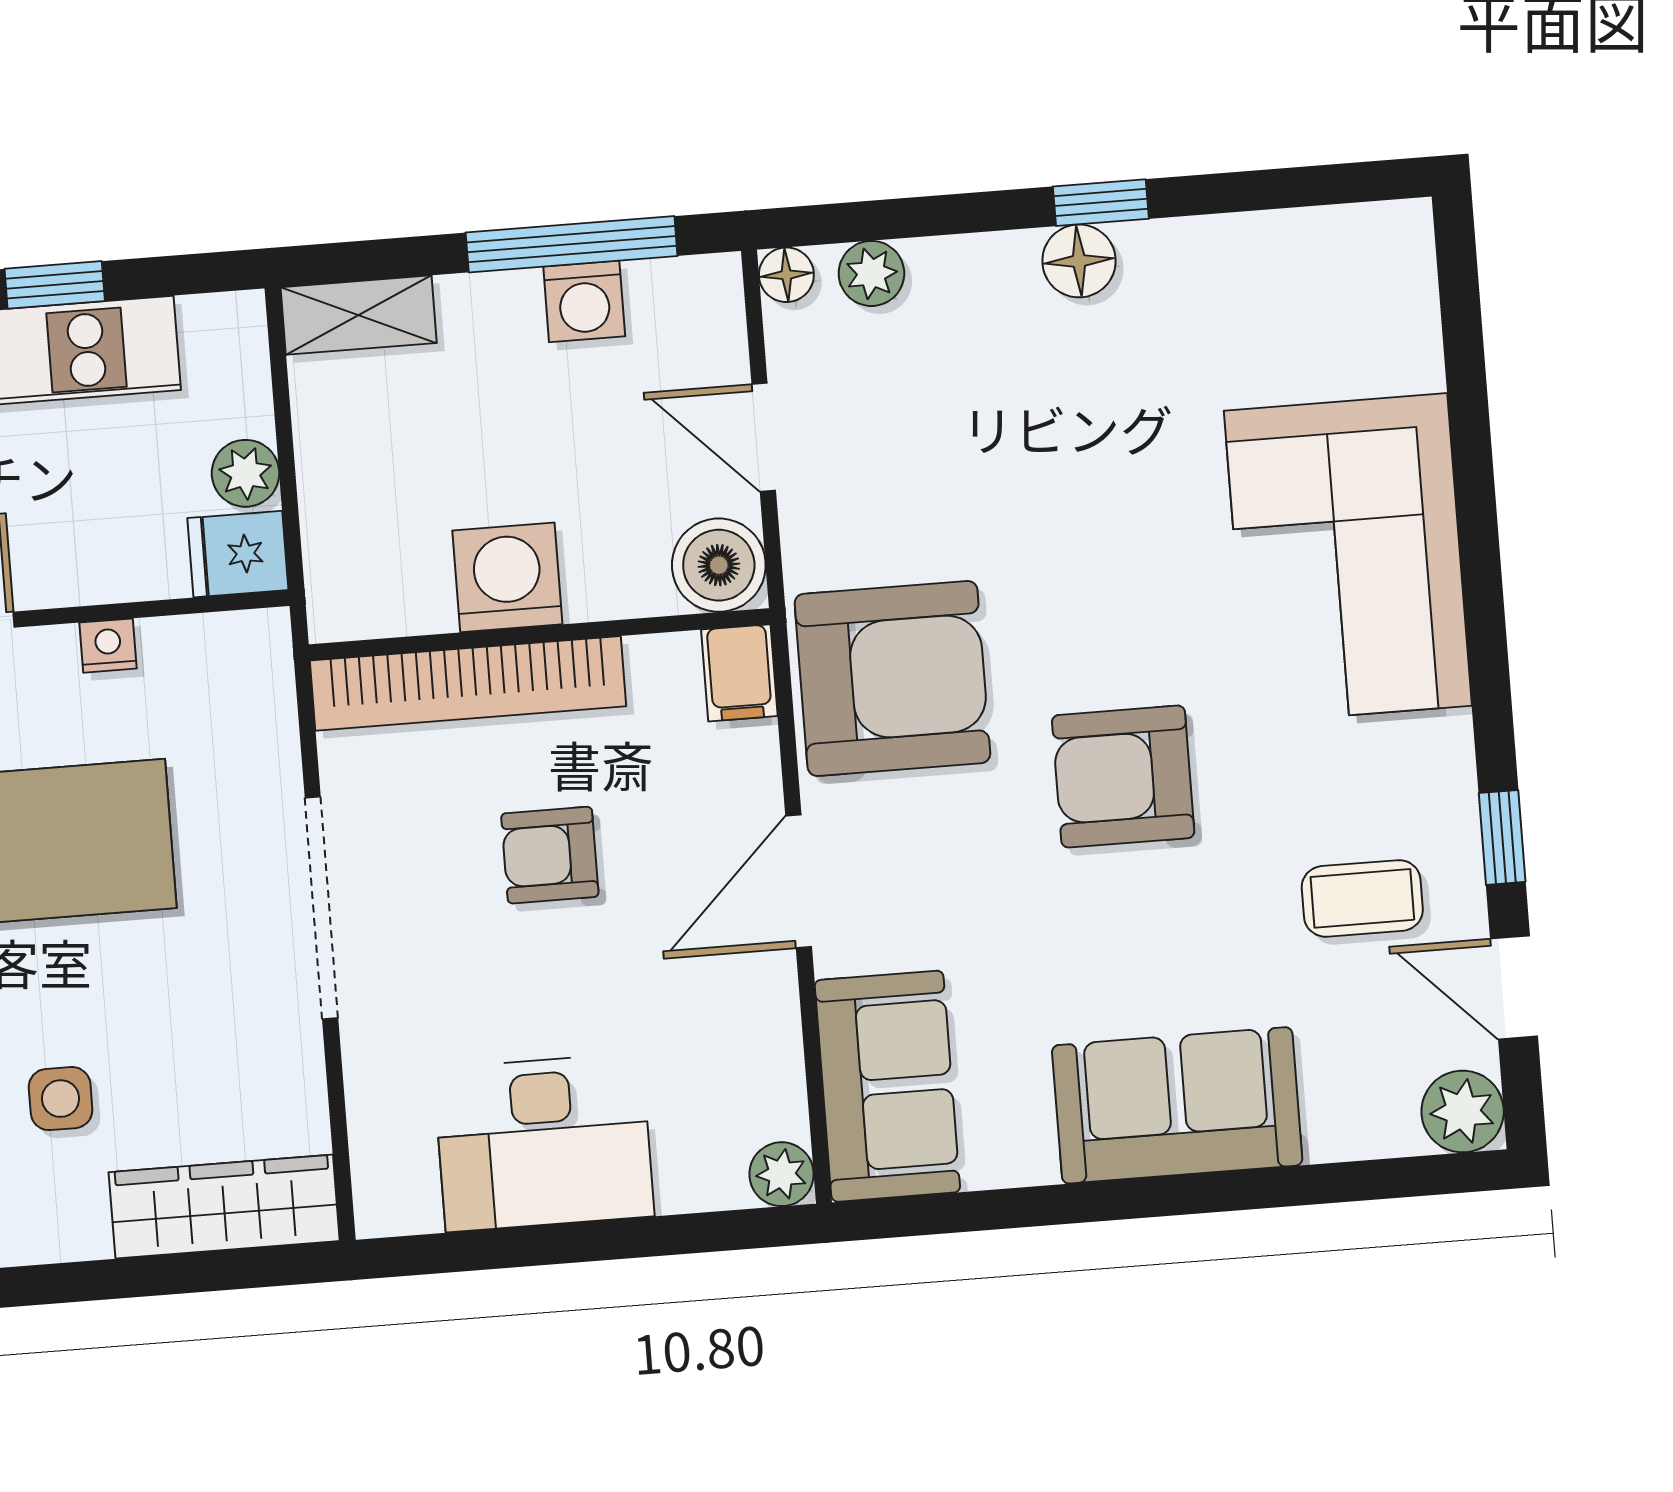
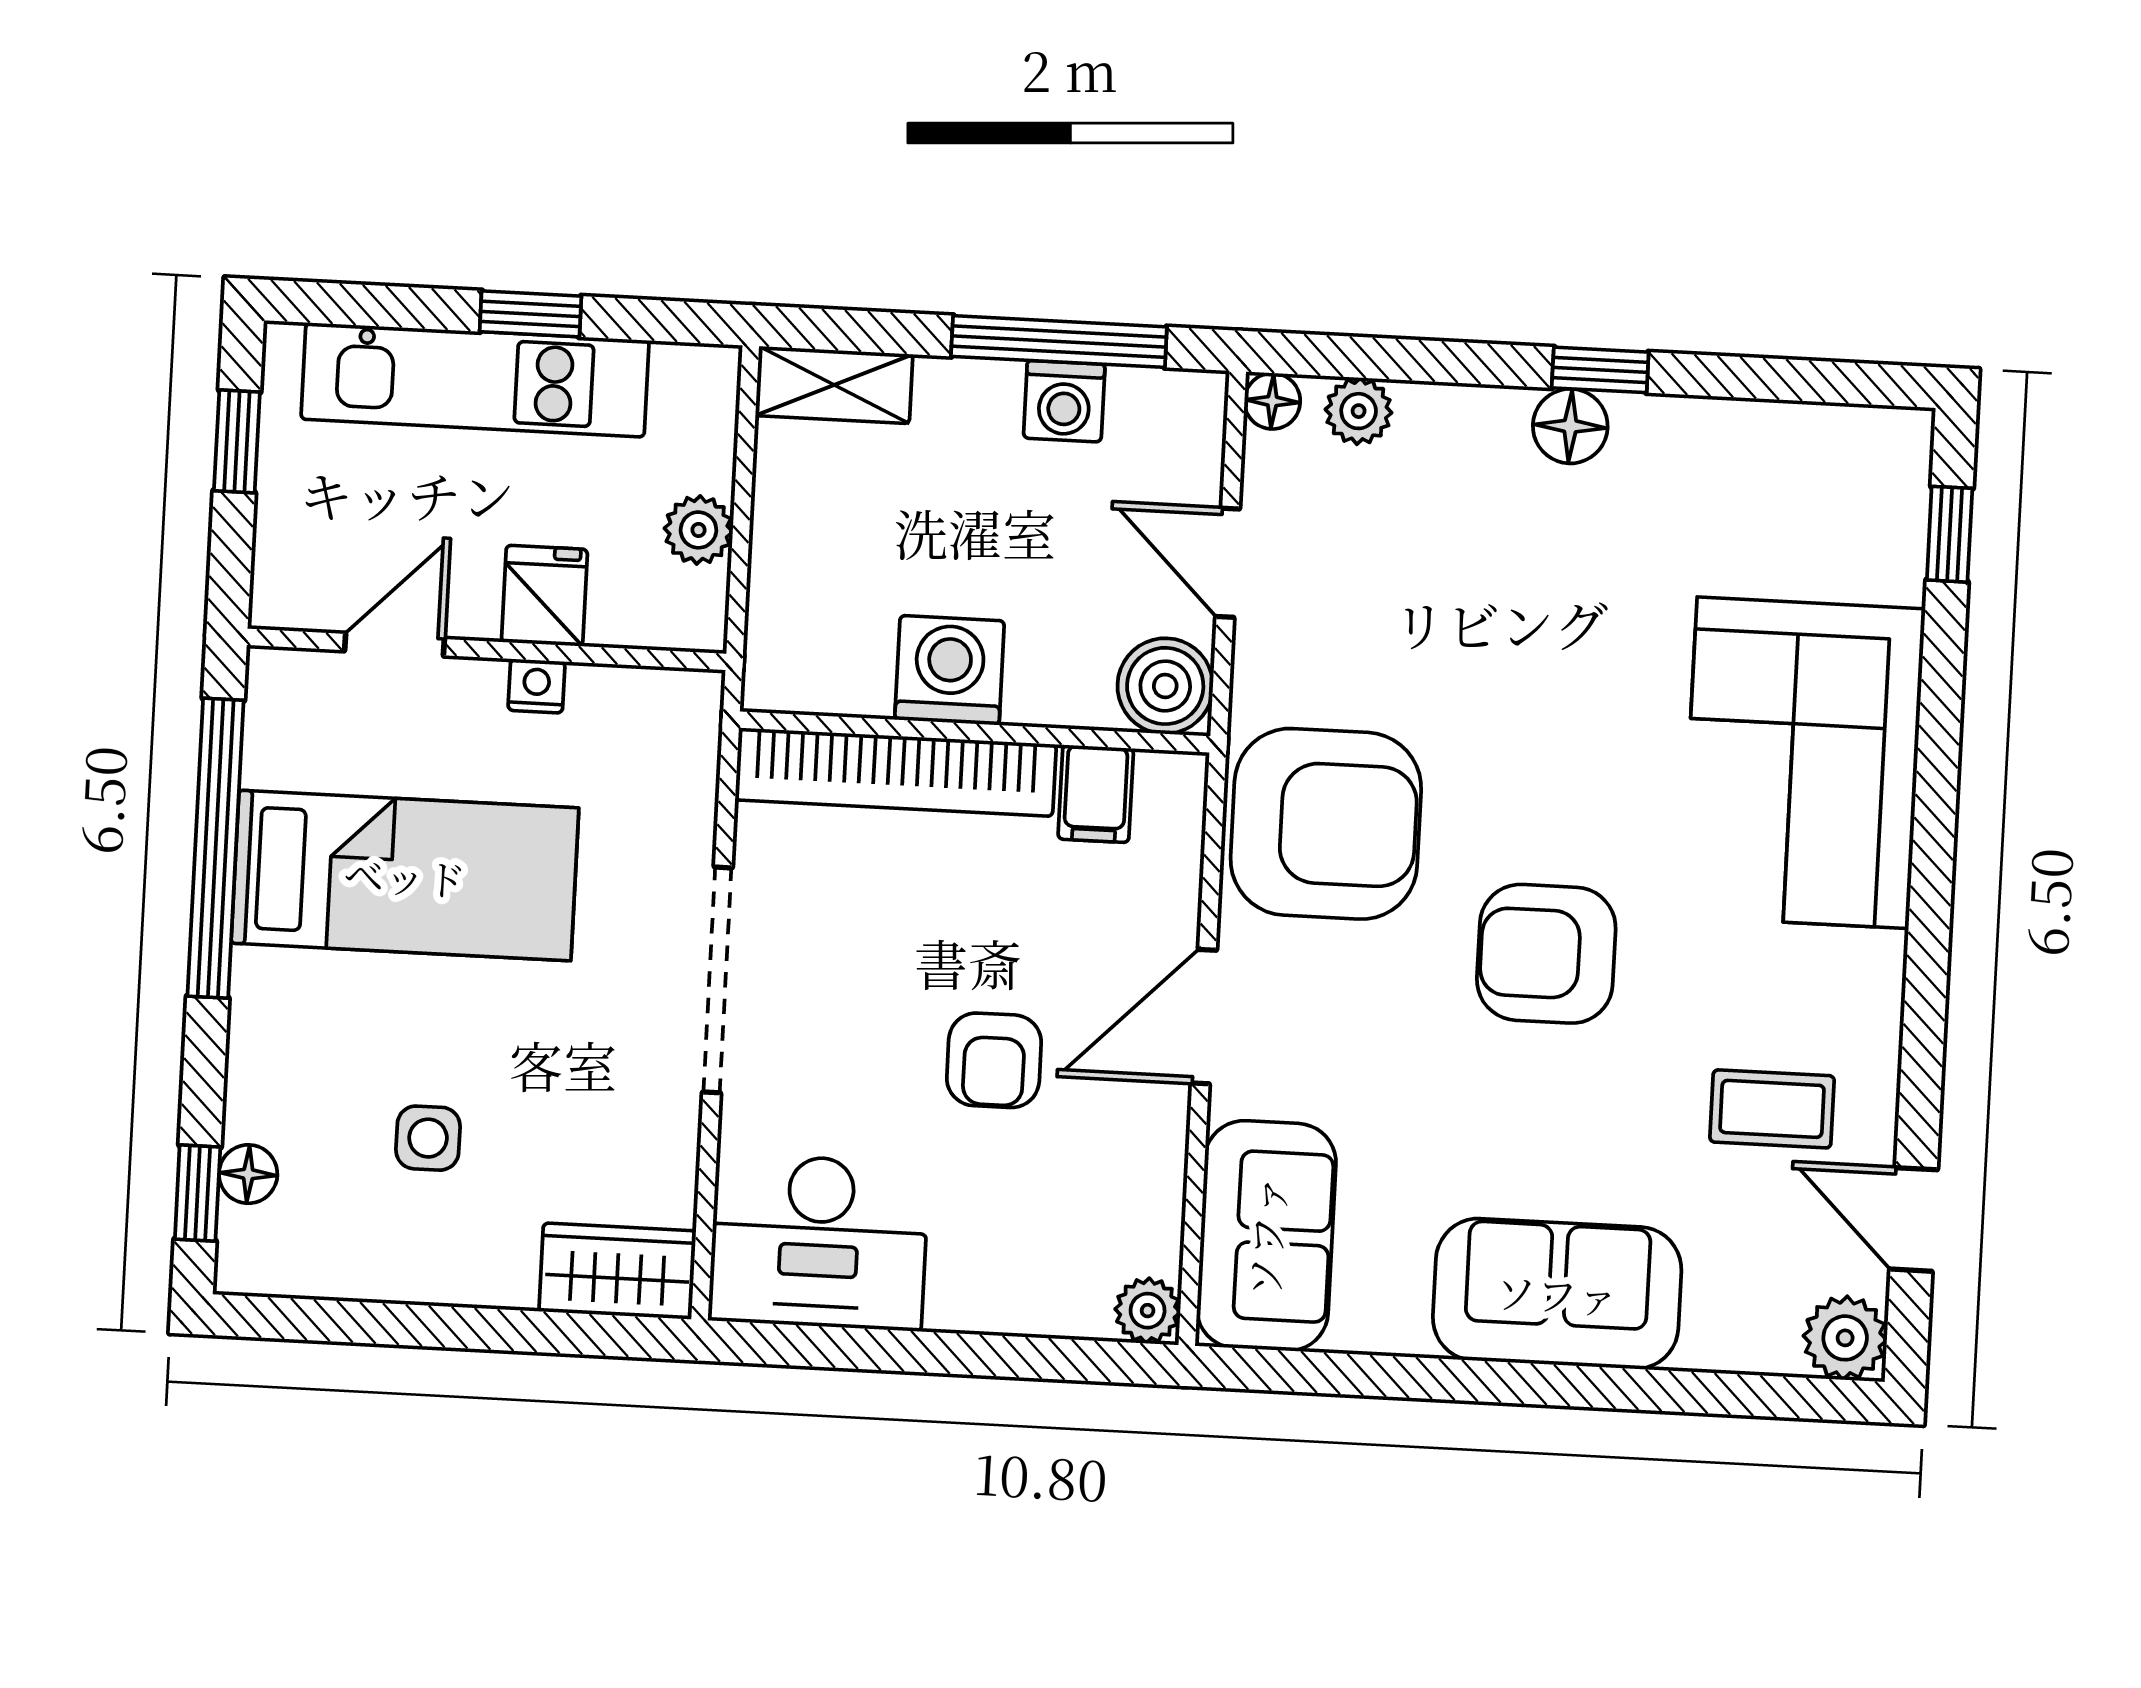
fridge: (238, 554) -> (544, 596), moved, turned 90
filing cabinet: (739, 673) -> (1096, 794), moved
window: (1502, 837) -> (1950, 534), moved
armchair: (550, 855) -> (994, 1060), moved, turned -90
desk: (544, 1143) -> (819, 1242), moved
wardrobe: (224, 1207) -> (617, 1271), width x0.67

